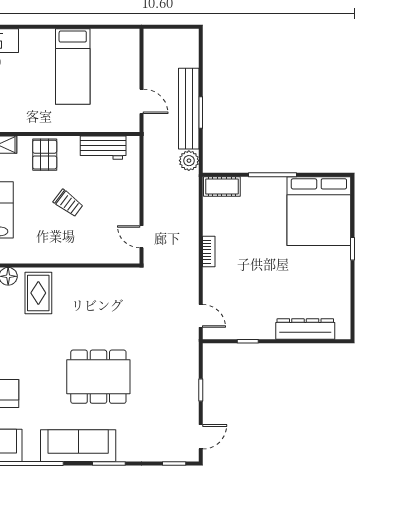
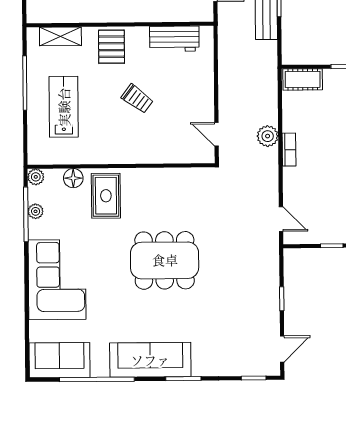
plant: (189, 161) -> (268, 136), moved
dining table: (98, 377) -> (165, 260), moved

